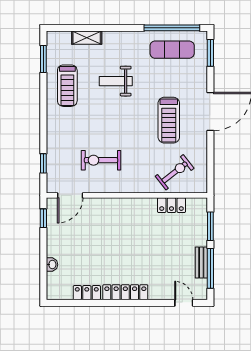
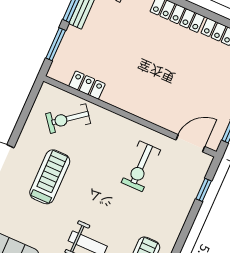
exercise bike: (101, 160) -> (141, 166), turned 90

